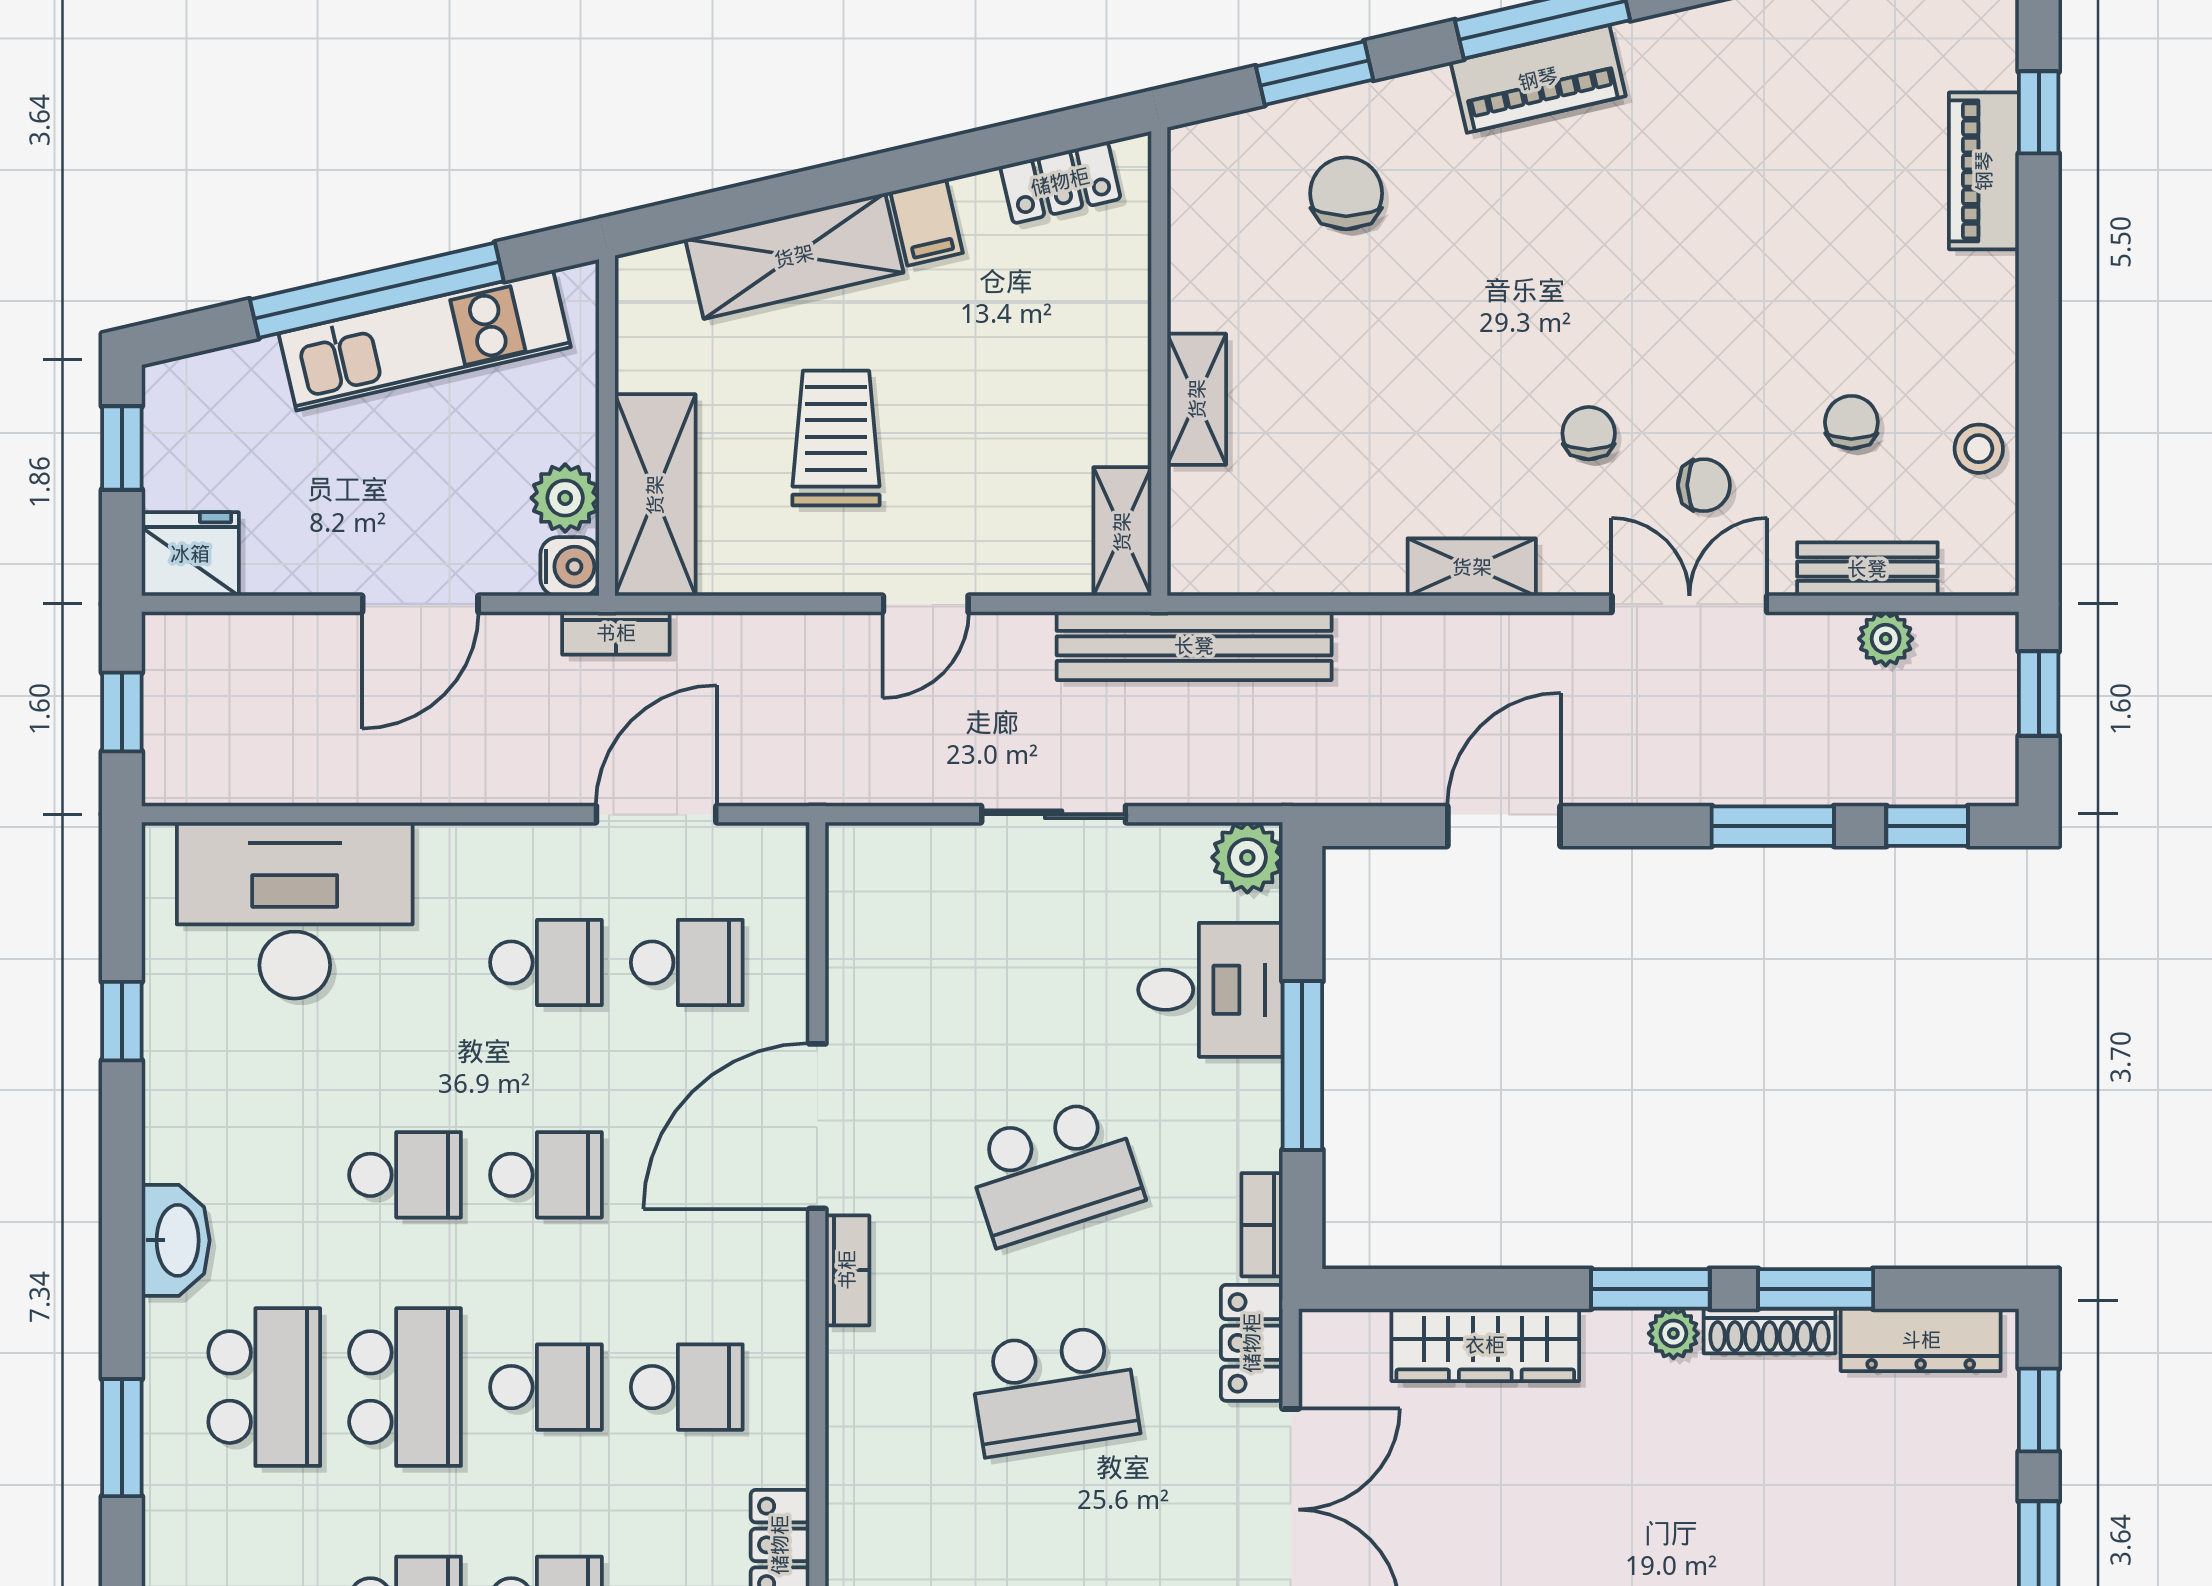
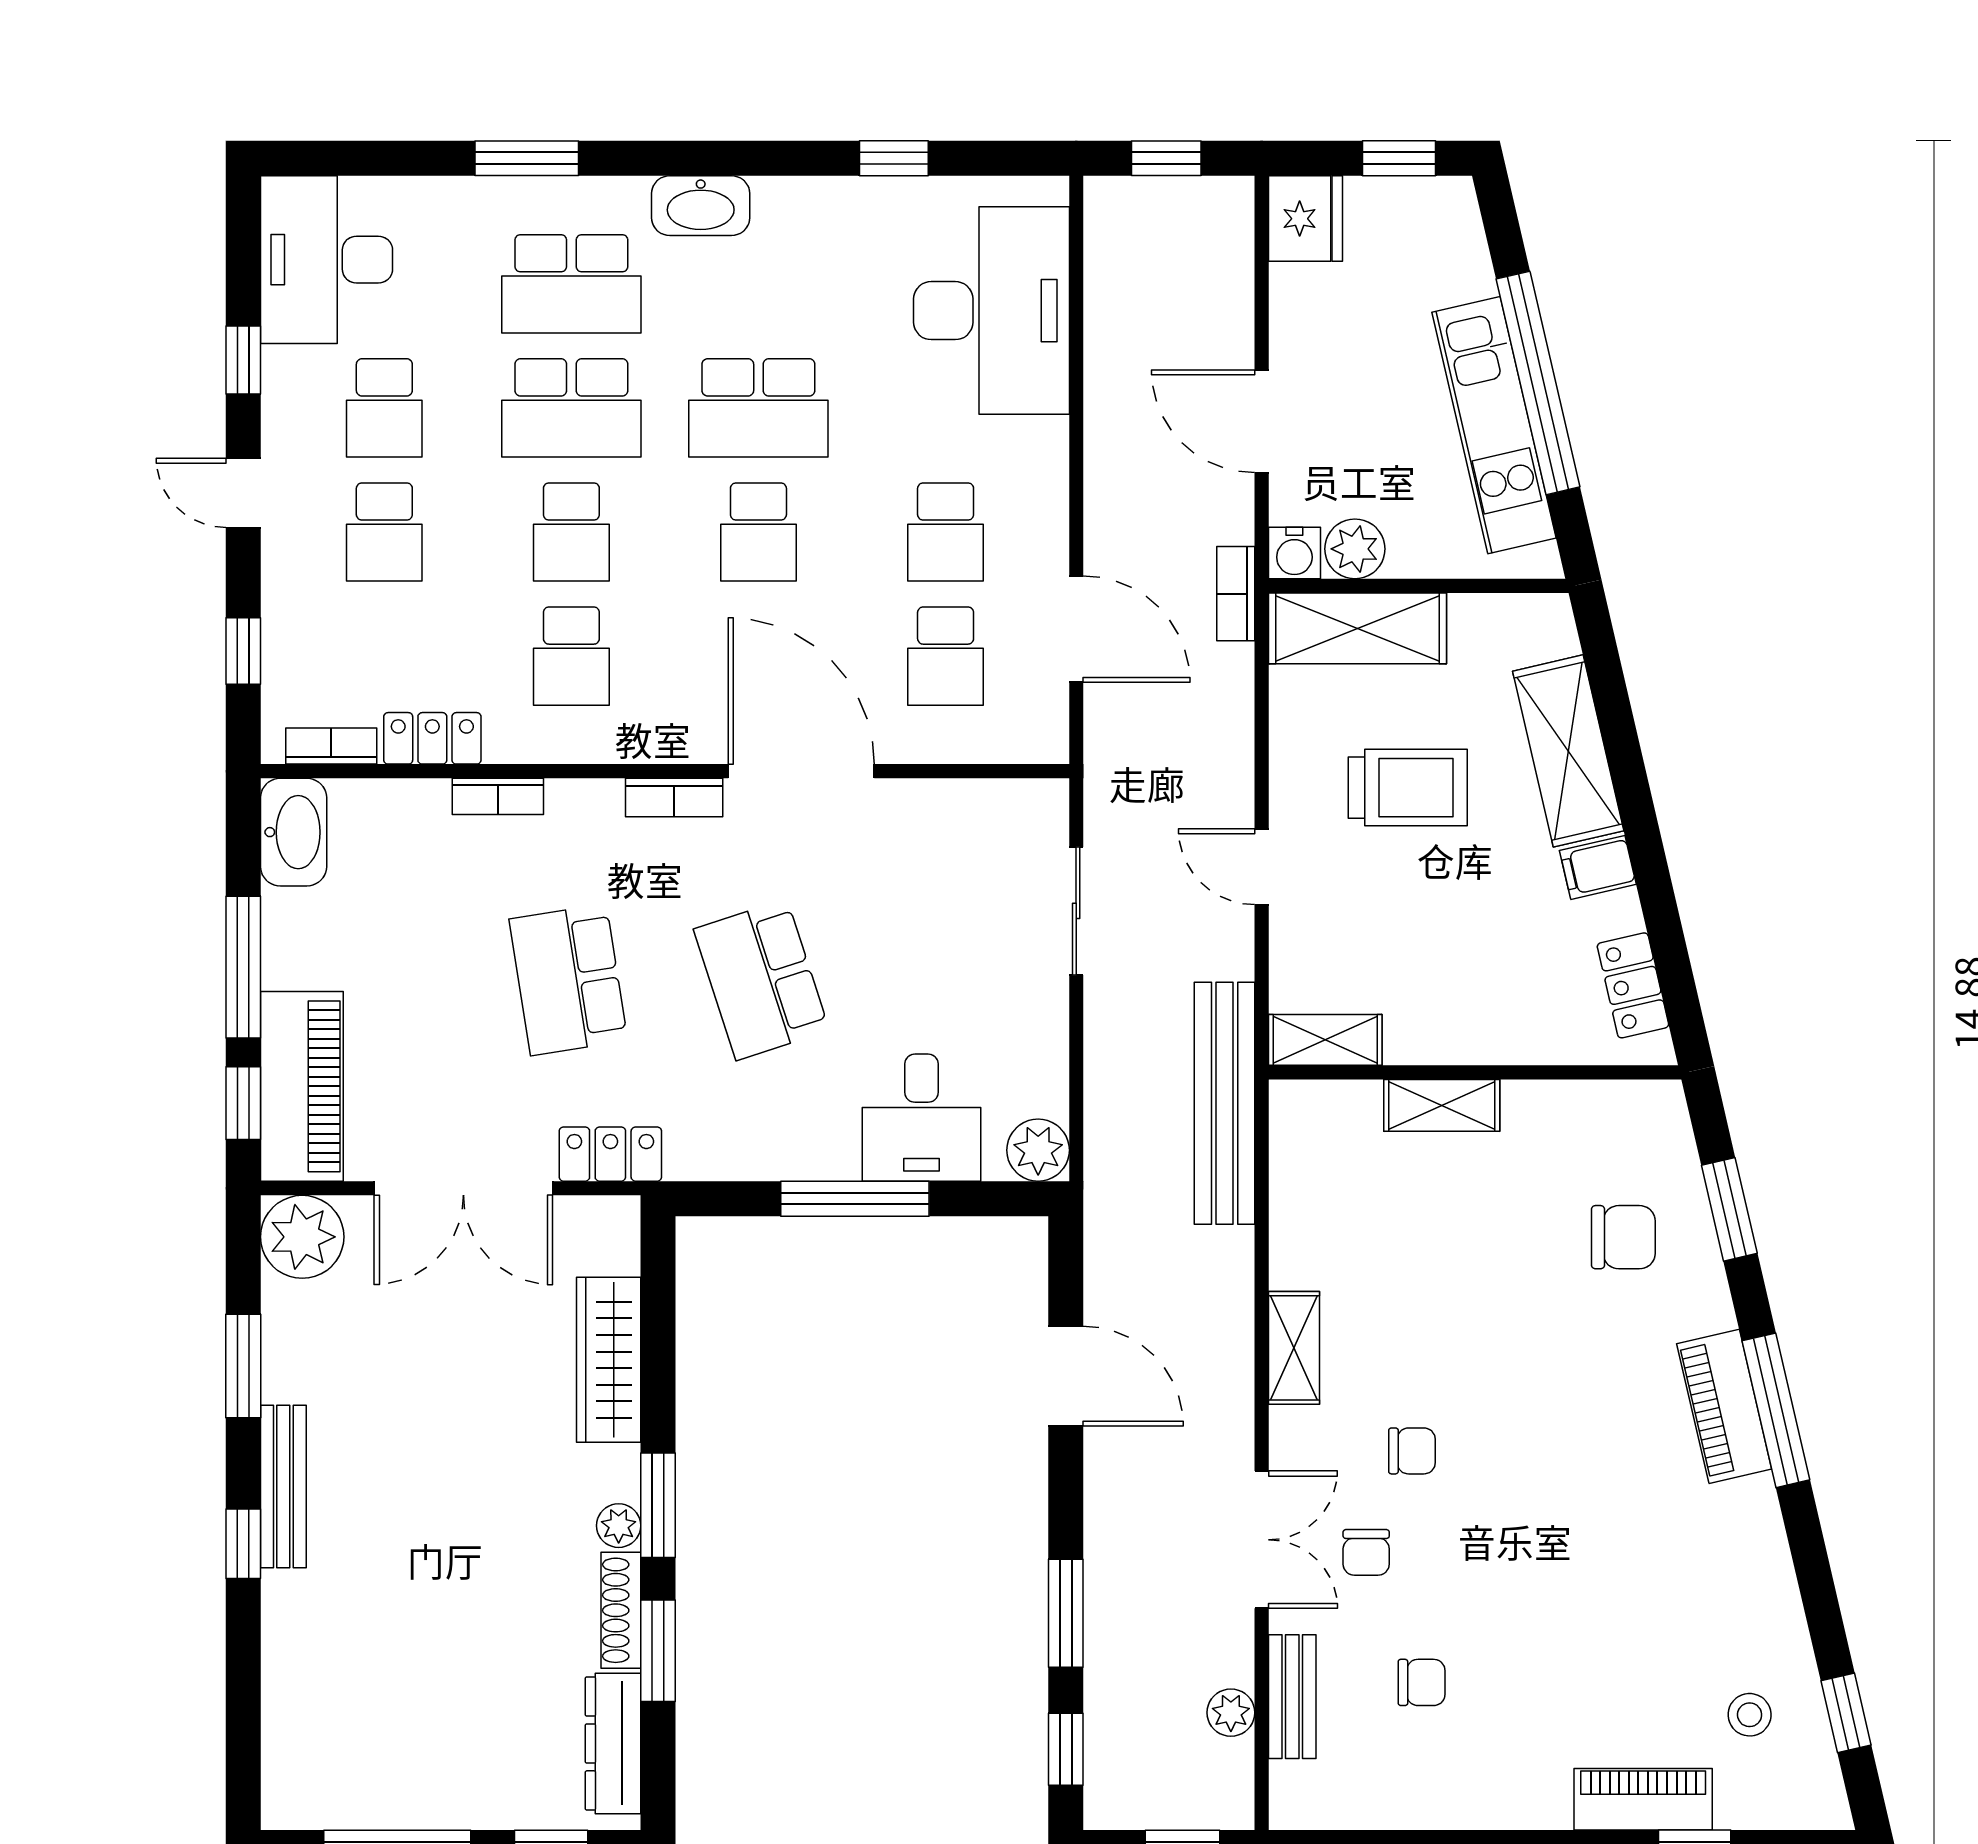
stool: (1979, 449) -> (1750, 1715), moved
sliding door: (1054, 814) -> (1076, 911), moved
school desk: (405, 1175) -> (758, 408), width x1.85
bookcase: (1262, 1225) -> (498, 796), moved, turned 180

